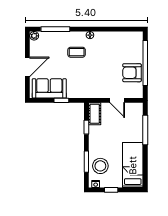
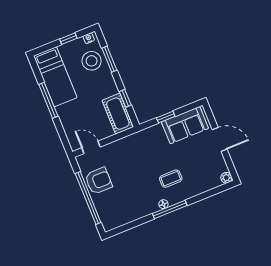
window: (55, 29) -> (170, 209), moved
door: (27, 67) -> (220, 139), swing flipped
door: (117, 100) -> (91, 147), moved
cot: (95, 114) -> (118, 114), width x1.37, depth x1.34
window: (145, 130) -> (48, 100), moved

